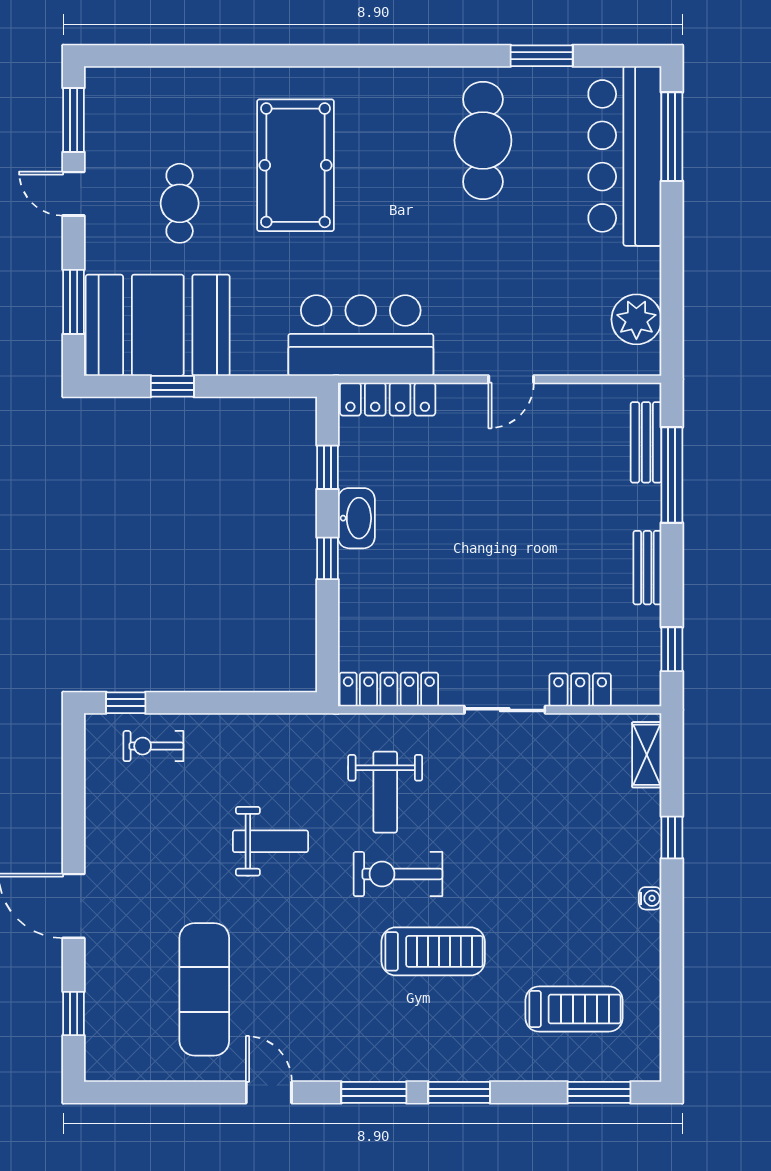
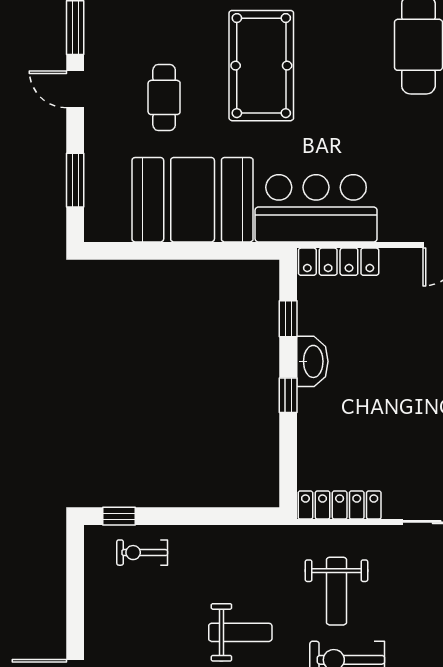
booth: (158, 325) -> (193, 200), moved
window: (172, 386) -> (158, 251), removed

